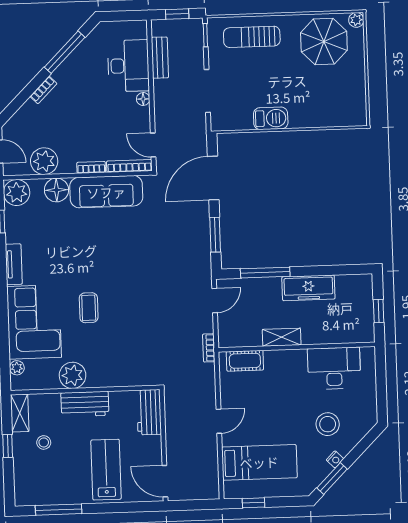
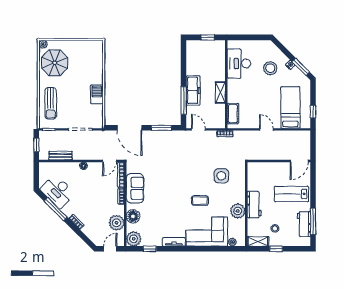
desk: (128, 66) -> (58, 191), moved, turned -135
sofa: (106, 192) -> (135, 188), width x0.73
freezer: (308, 288) -> (193, 90), moved
side table: (134, 344) -> (221, 176), added
workbench: (149, 412) -> (304, 224), moved, turned 90

